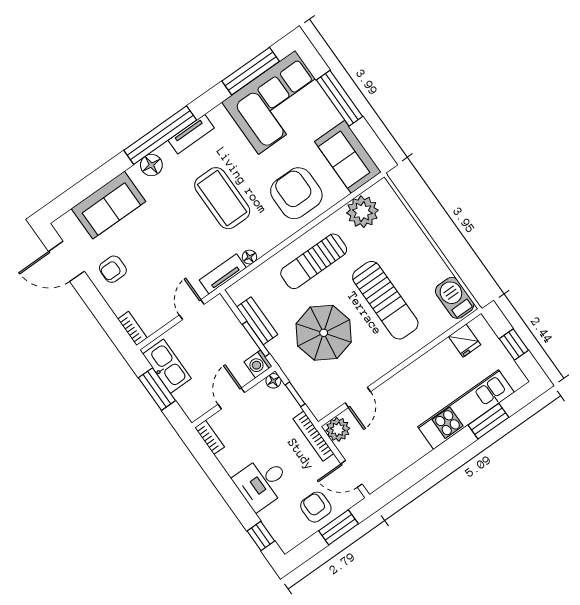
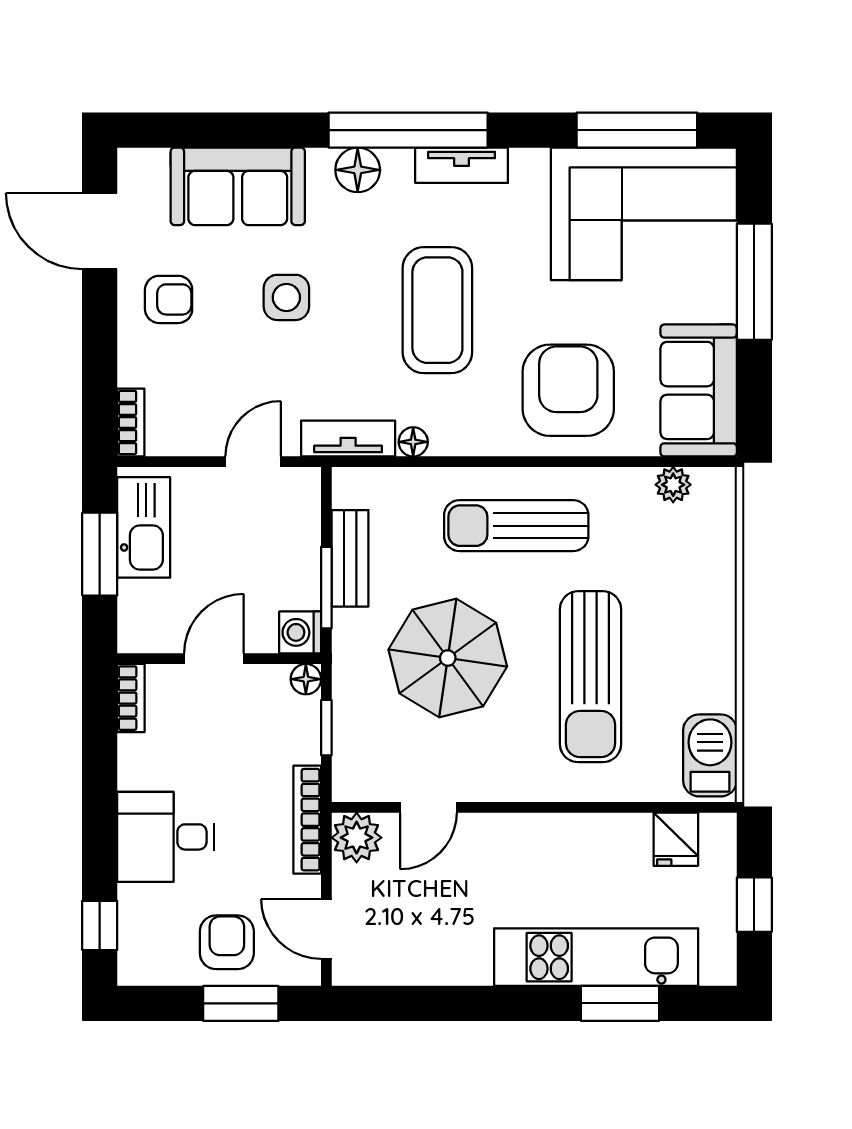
plant: (362, 212) -> (673, 485), width x0.53, depth x0.53
side table: (159, 235) -> (286, 297), added
armchair: (113, 269) -> (169, 299), turned 180

